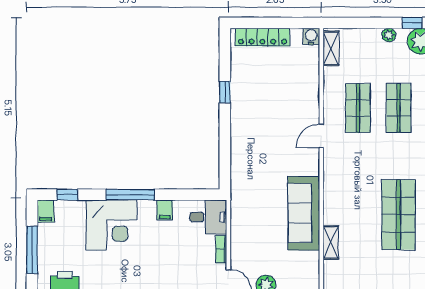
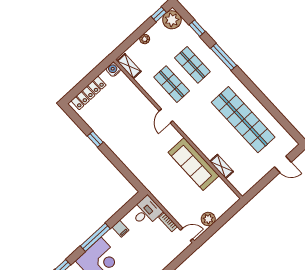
plant: (389, 35) -> (145, 39), moved
shop shelf: (399, 215) -> (243, 120), width x1.40

